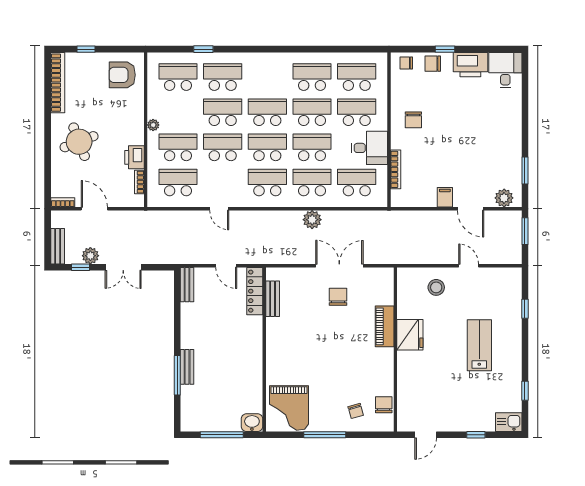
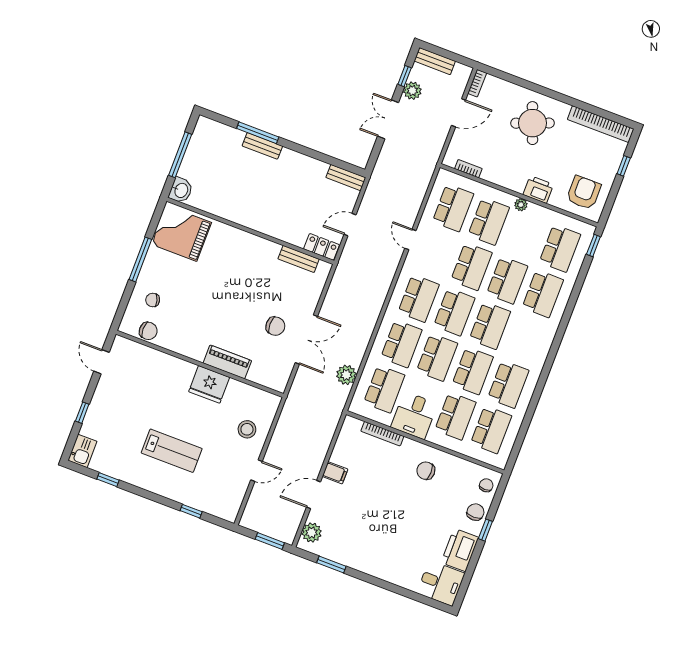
window: (203, 49) -> (593, 245), moved
printer: (134, 157) -> (538, 190), moved
door: (219, 209) -> (410, 239), hinge flipped
plant: (312, 220) -> (346, 375), moved
locker: (255, 291) -> (322, 247), width x0.66

